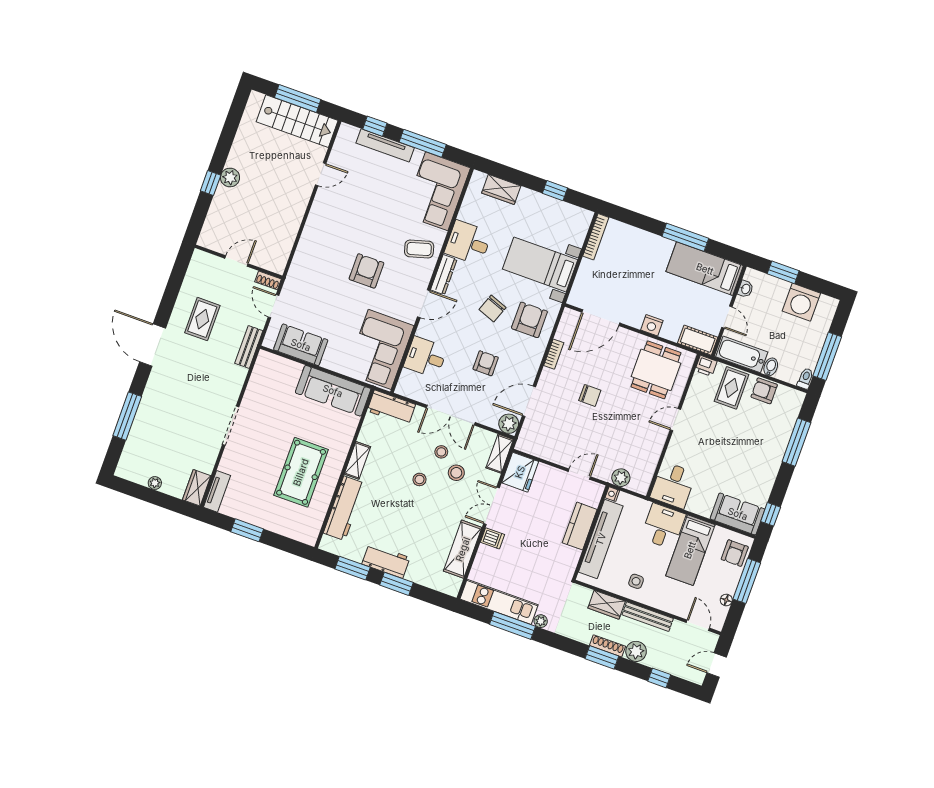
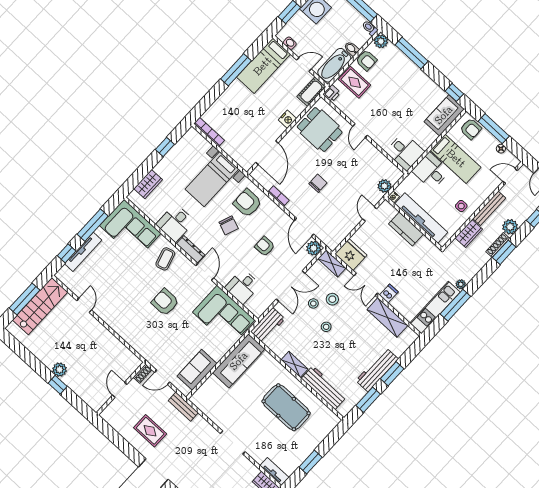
armchair: (764, 391) -> (366, 60), turned -90
plant: (795, 399) -> (381, 41), added
workbench: (386, 561) -> (377, 370), width x1.37

